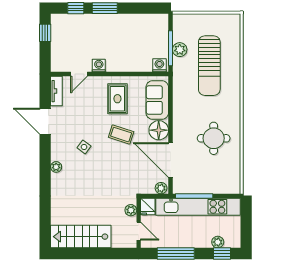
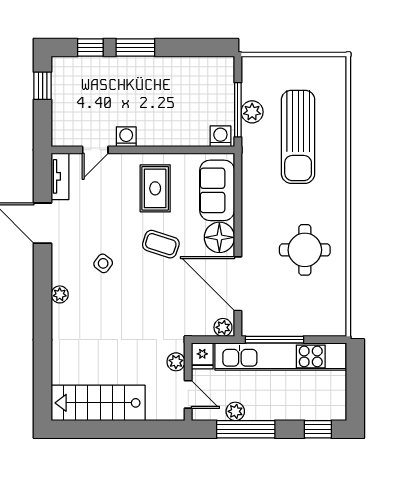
plant: (218, 242) -> (235, 411), moved

